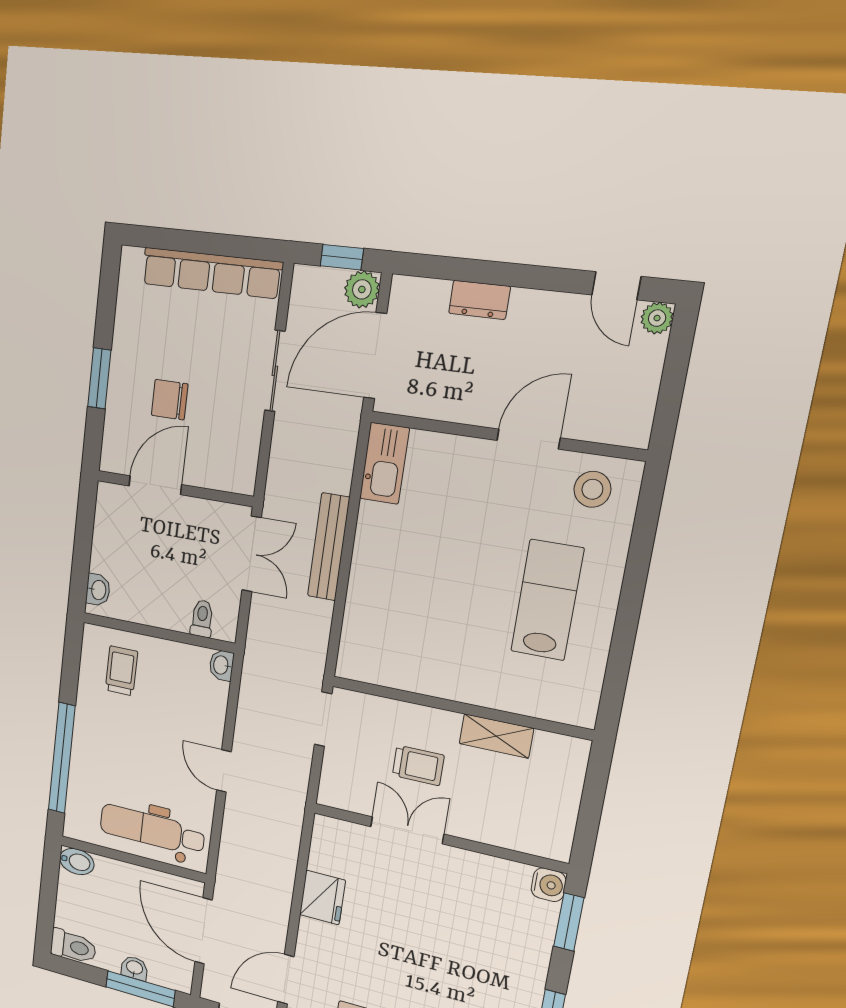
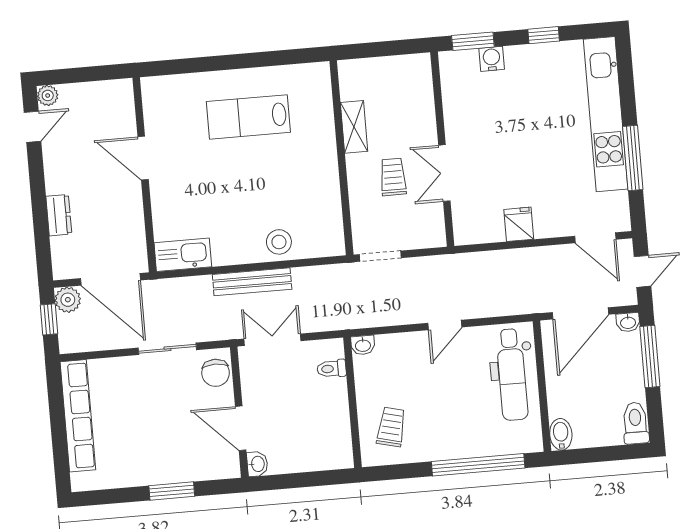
sliding door: (275, 371) -> (167, 349), moved
chair: (170, 400) -> (216, 373), moved
stool: (592, 489) -> (279, 242), moved
washbasin: (98, 590) -> (257, 464), moved, turned 90
trolley: (121, 671) -> (391, 427), turned 104
water cooler: (549, 885) -> (492, 59), moved
fridge: (322, 898) -> (519, 224), width x0.72
washbasin: (134, 968) -> (628, 322), moved, turned -90

